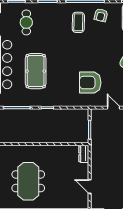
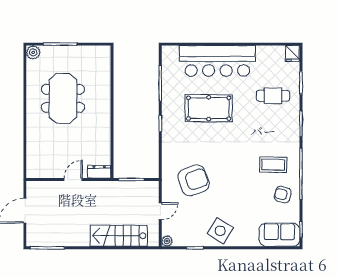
armchair: (90, 83) -> (194, 180), turned 70
meeting table: (28, 181) -> (63, 98), turned 90
door: (90, 187) -> (73, 179), moved

